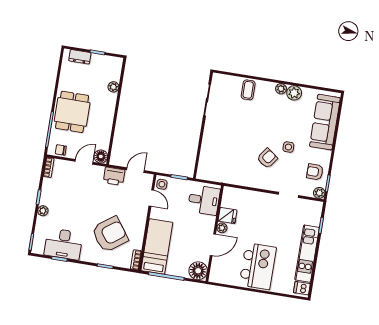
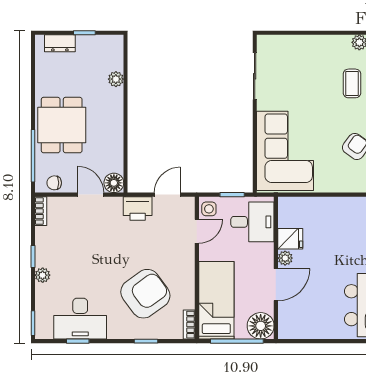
coffee table: (248, 90) -> (352, 83), moved
corner sofa: (219, 154) -> (285, 151), added
door: (84, 162) -> (91, 195), hinge flipped
door: (151, 198) -> (197, 231), hinge flipped
desk: (204, 200) -> (252, 222), moved
fridge: (227, 216) -> (290, 239), moved
plant: (222, 228) -> (285, 258), moved
wall: (215, 233) -> (276, 268), moved
door: (213, 245) -> (276, 285), moved
floor lamp: (198, 271) -> (261, 326), moved

